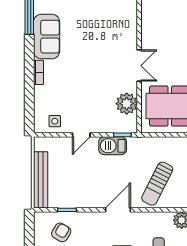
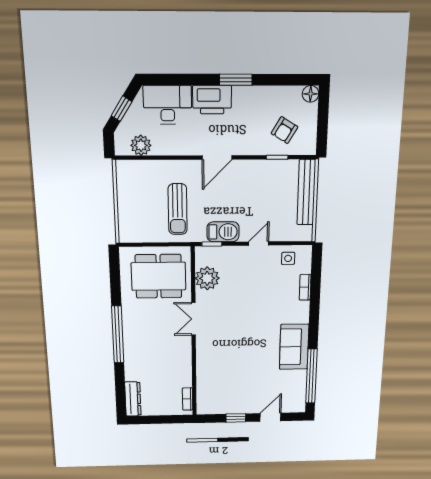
bookcase: (39, 72) -> (305, 287), moved
sun lounger: (157, 184) -> (178, 209), moved, turned 153

